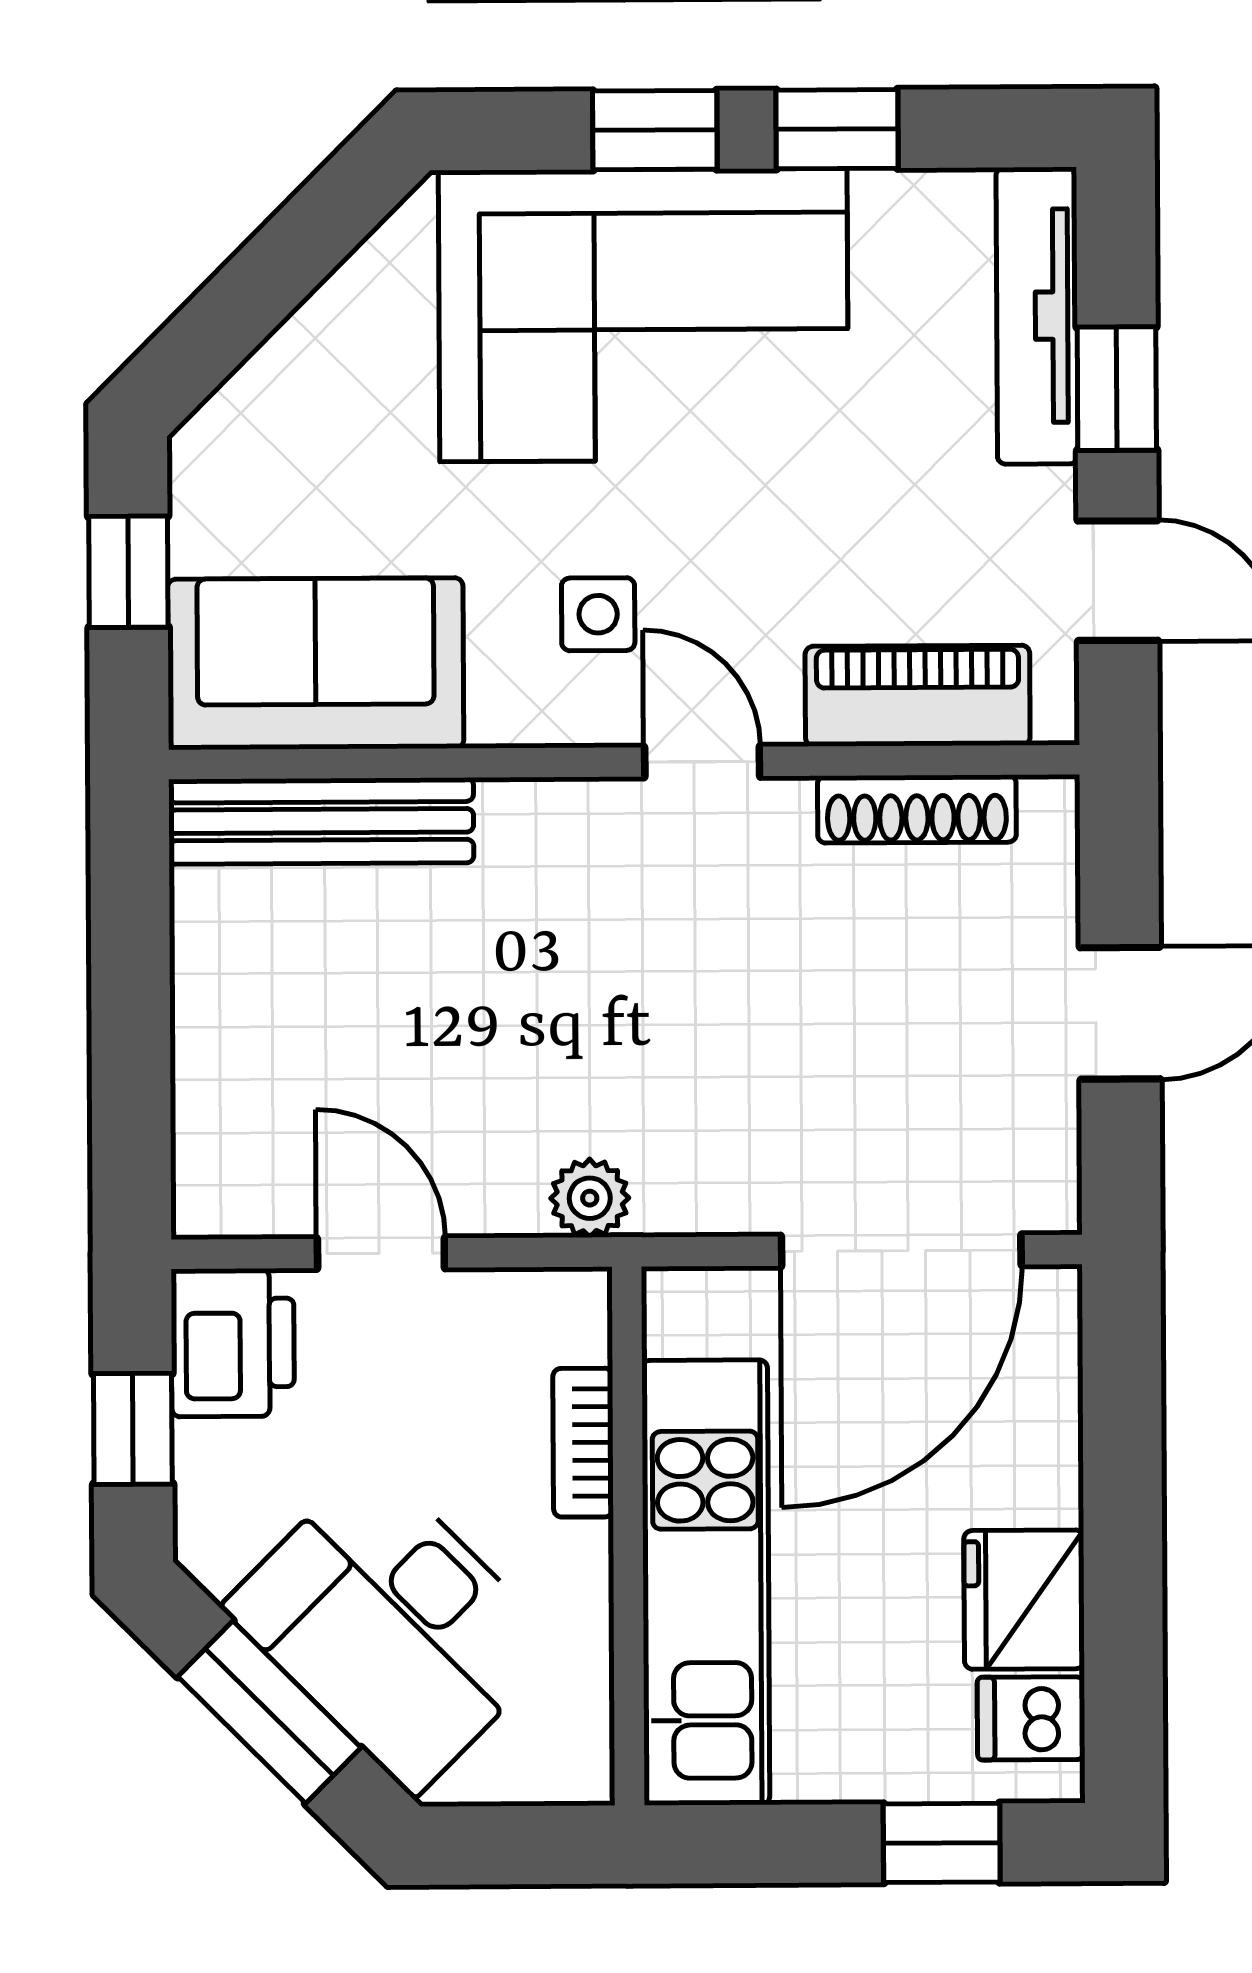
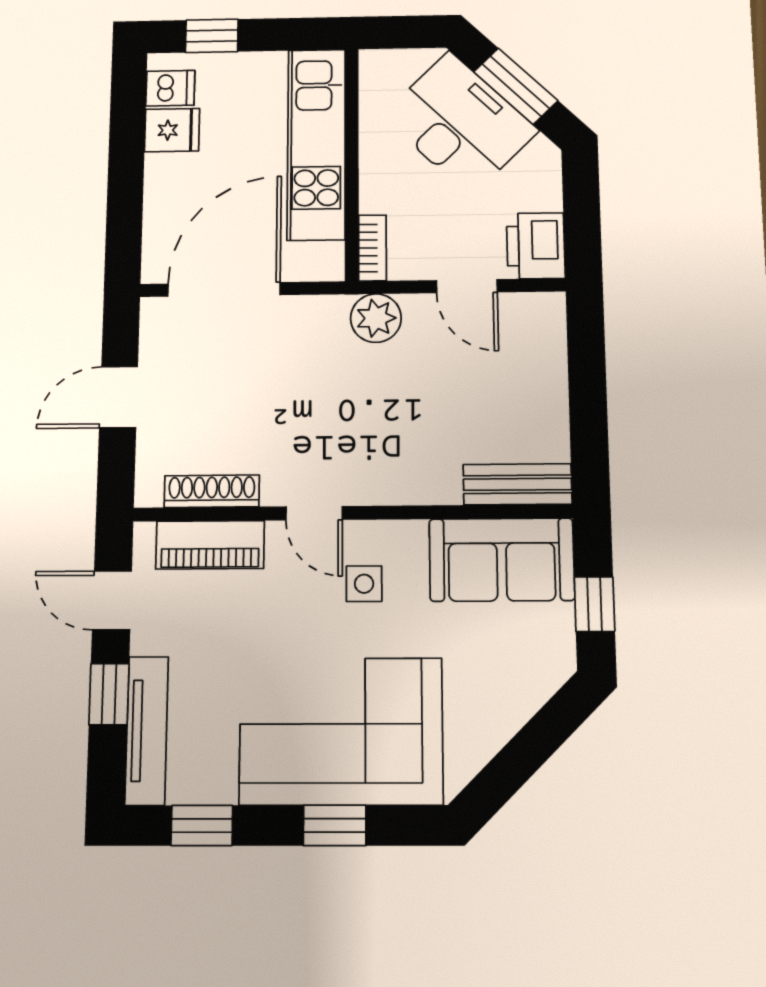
window: (837, 129) -> (202, 826), moved
bench: (321, 821) -> (517, 484), width x0.73
plant: (590, 1198) -> (376, 318), width x1.38, depth x1.38
window: (133, 1429) -> (582, 207), removed
bookcase: (583, 1443) -> (372, 248), moved
fridge: (1024, 1600) -> (172, 130), width x0.72

